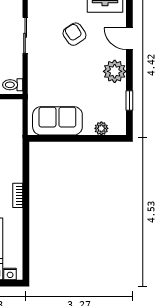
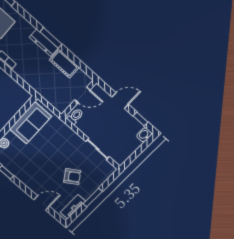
plant: (115, 71) -> (30, 179), removed

